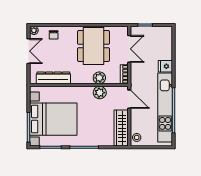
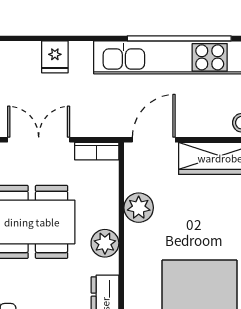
fridge: (165, 66) -> (55, 57), moved
plant: (99, 78) -> (105, 243), moved

